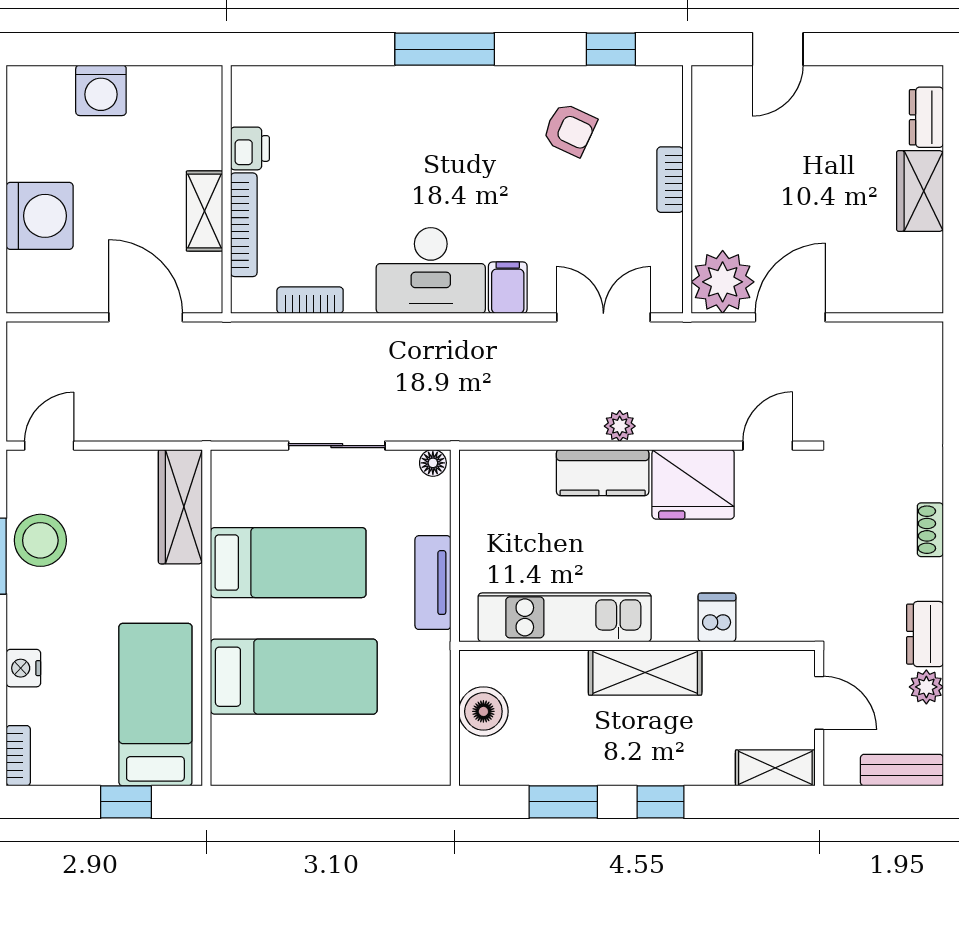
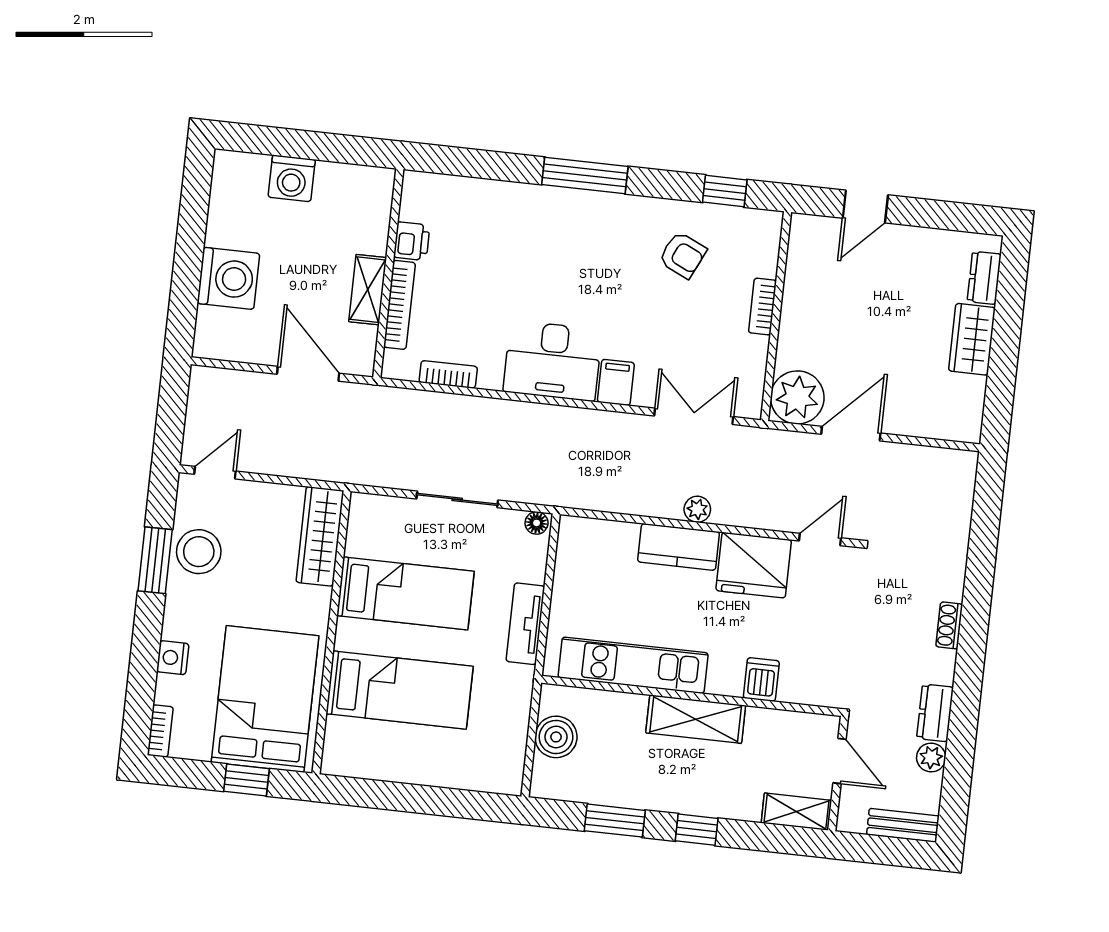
bed: (155, 705) -> (265, 699), width x1.50

